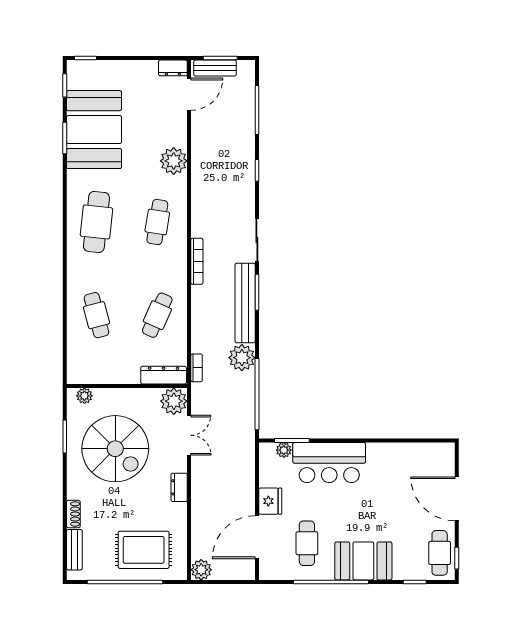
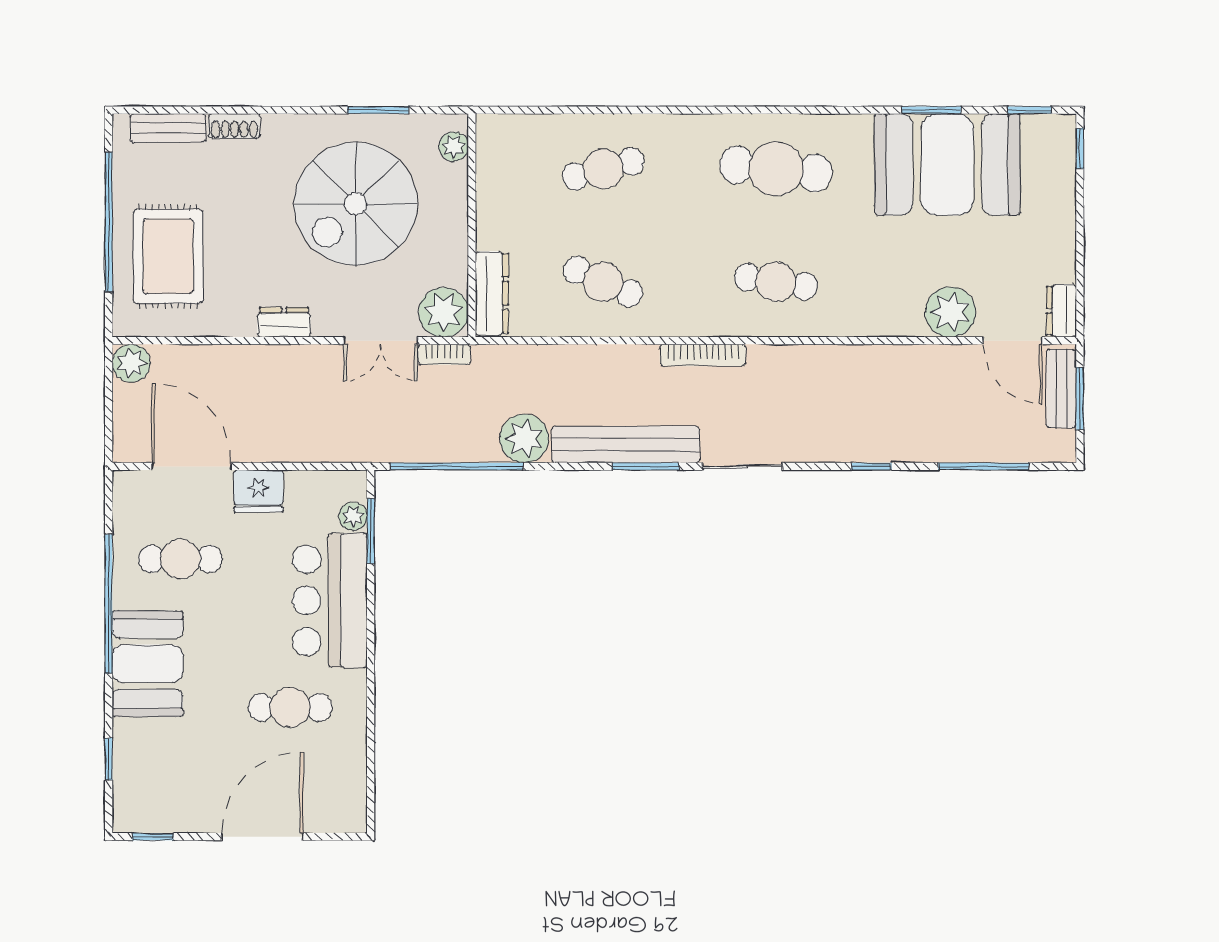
plant: (174, 161) -> (950, 312), moved
bookcase: (197, 368) -> (444, 355), moved
cafe table: (440, 553) -> (290, 707), moved

